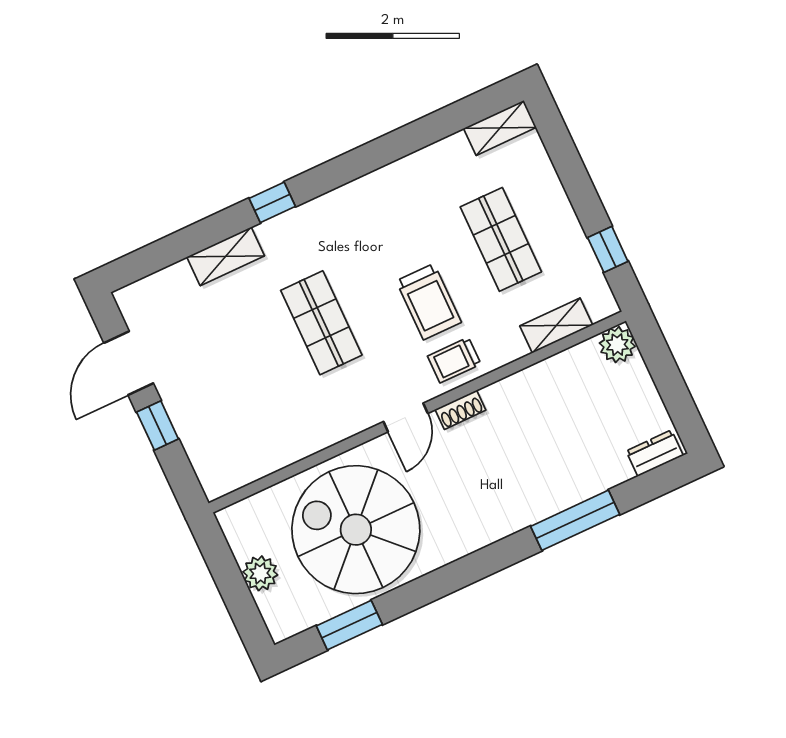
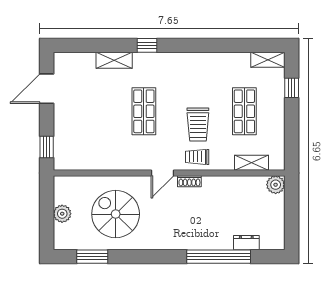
window: (608, 249) -> (292, 88), moved
window: (158, 425) -> (47, 147), moved
dresser: (655, 453) -> (246, 243), moved
window: (575, 520) -> (219, 257), width x1.46
spiral stairs: (356, 530) -> (116, 214), width x0.73, depth x0.73

